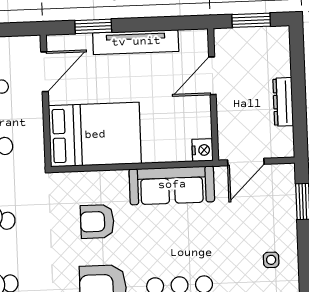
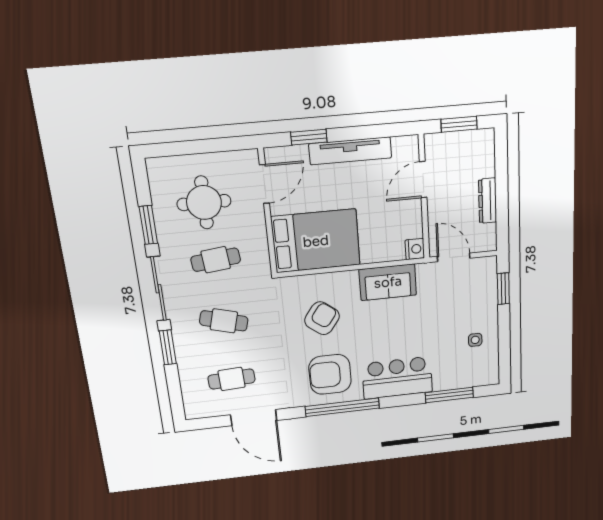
door: (246, 162) -> (454, 257), swing flipped
sofa: (172, 185) -> (388, 282), width x0.73
armchair: (97, 222) -> (322, 318), turned 127

